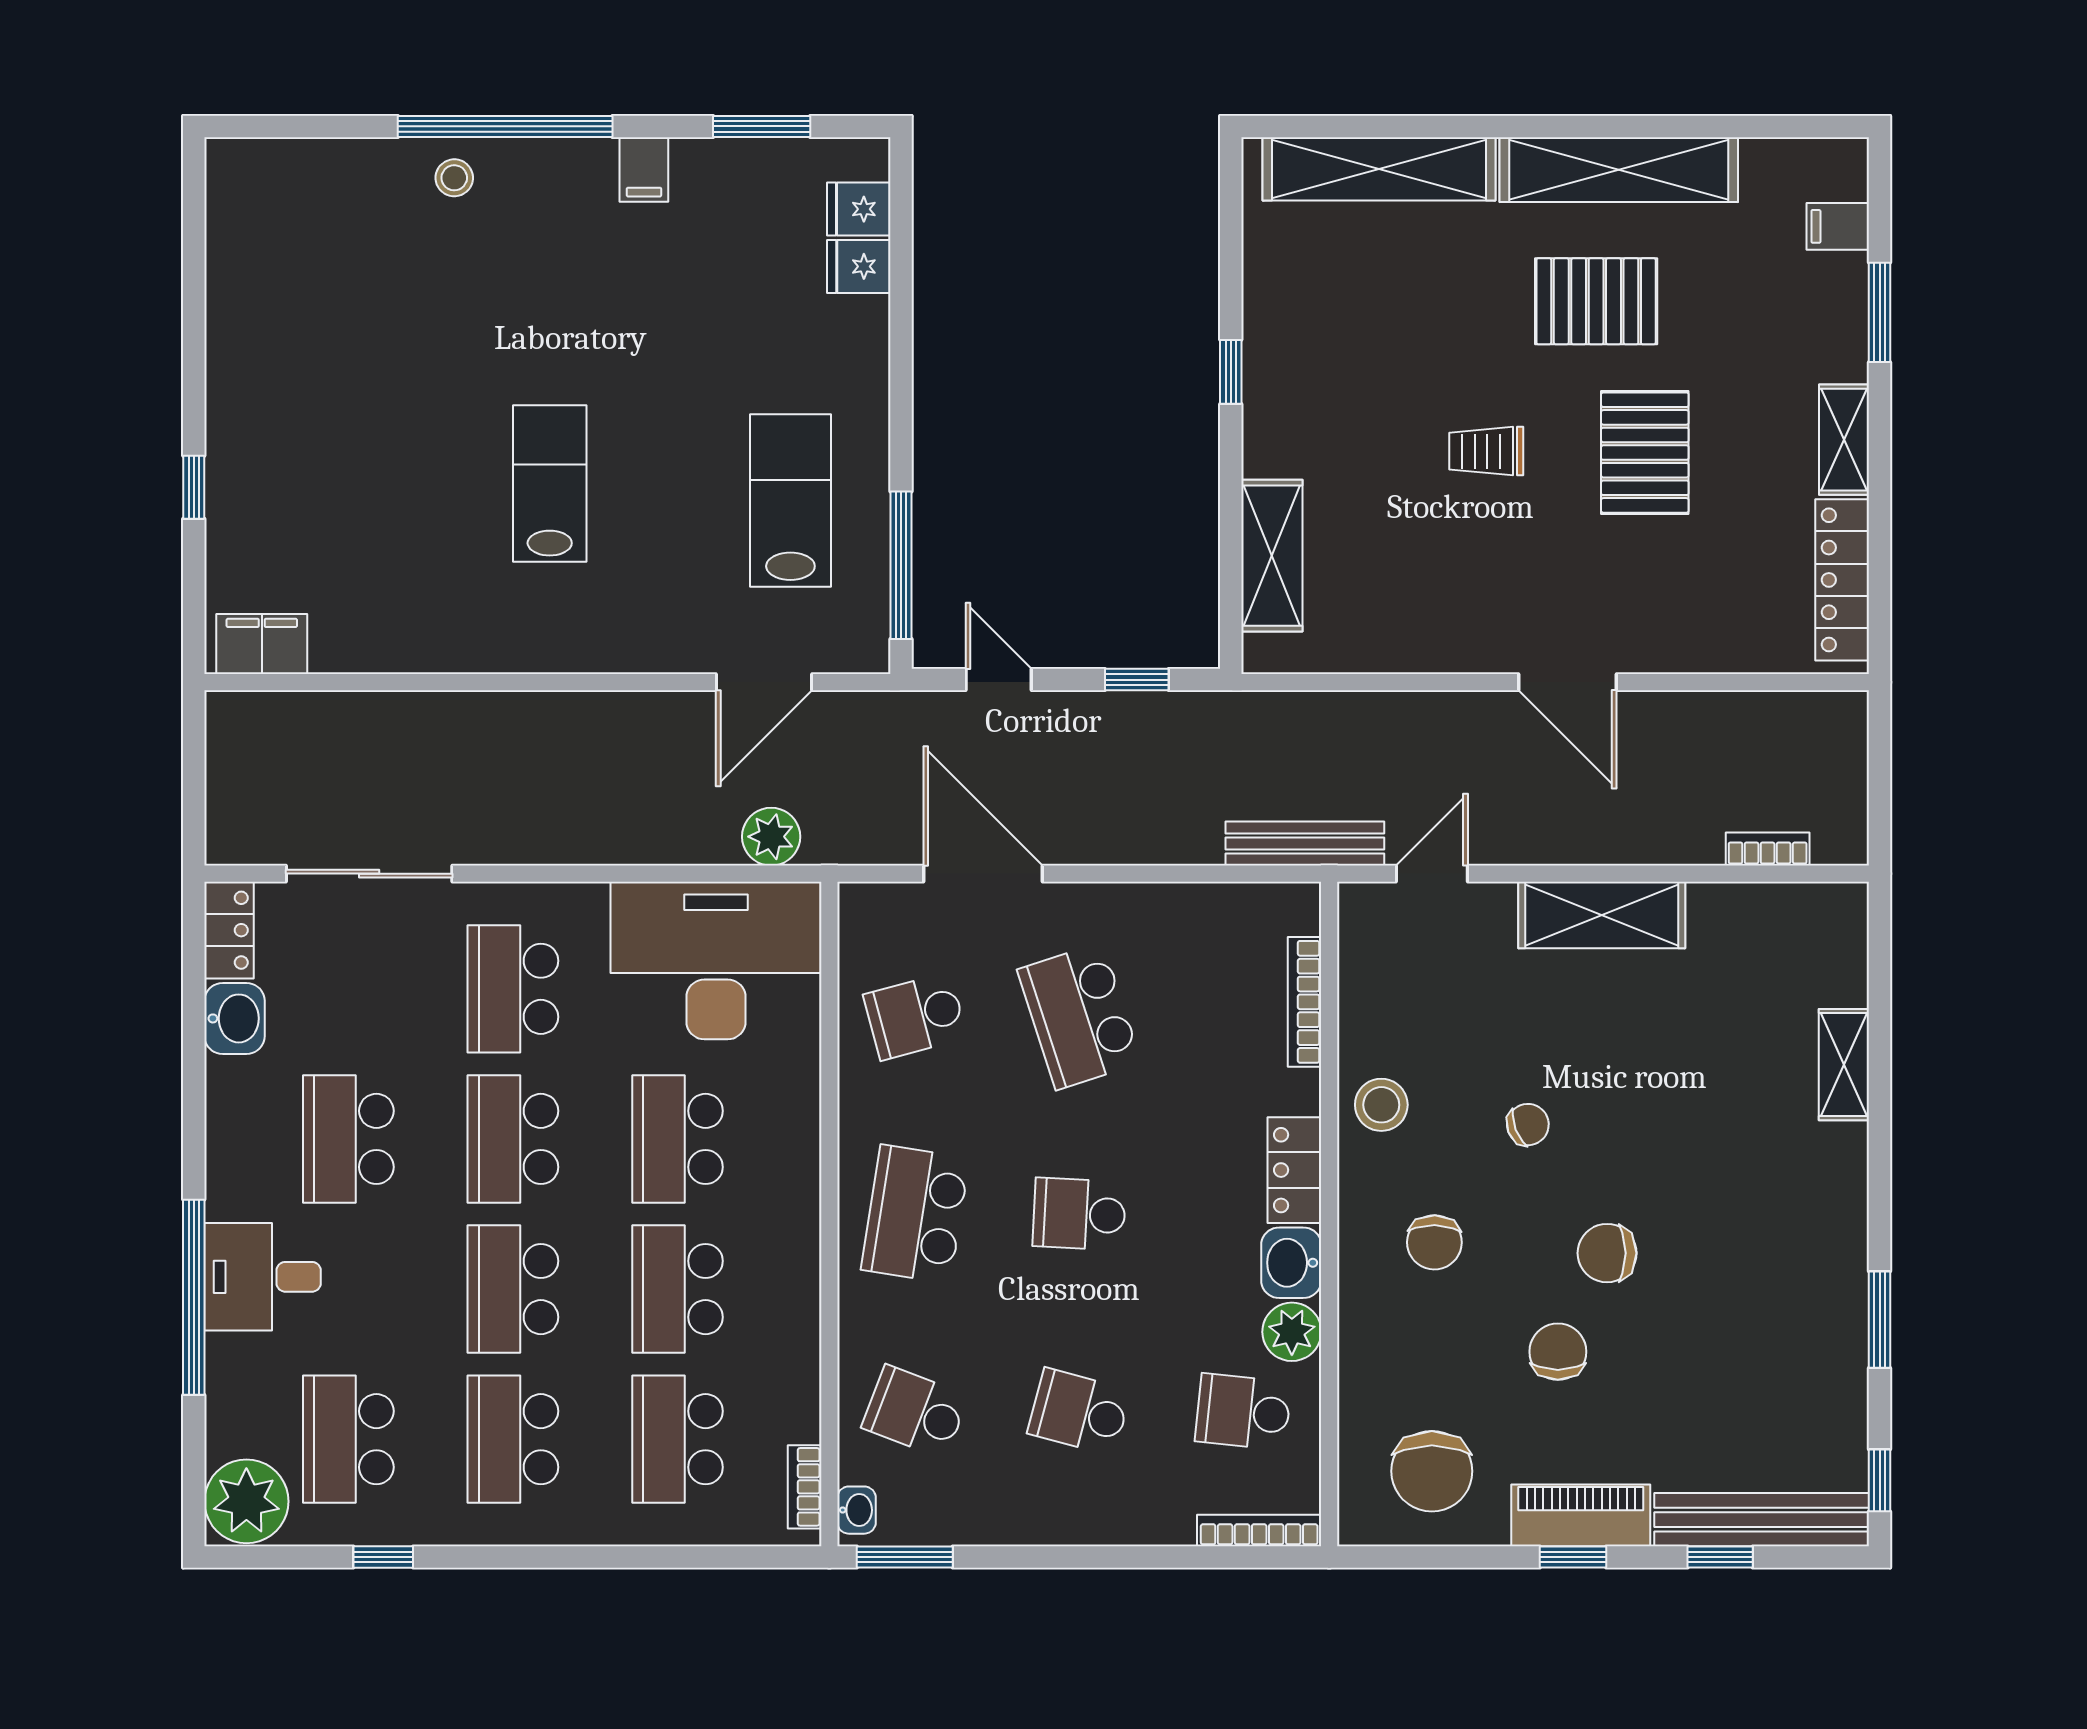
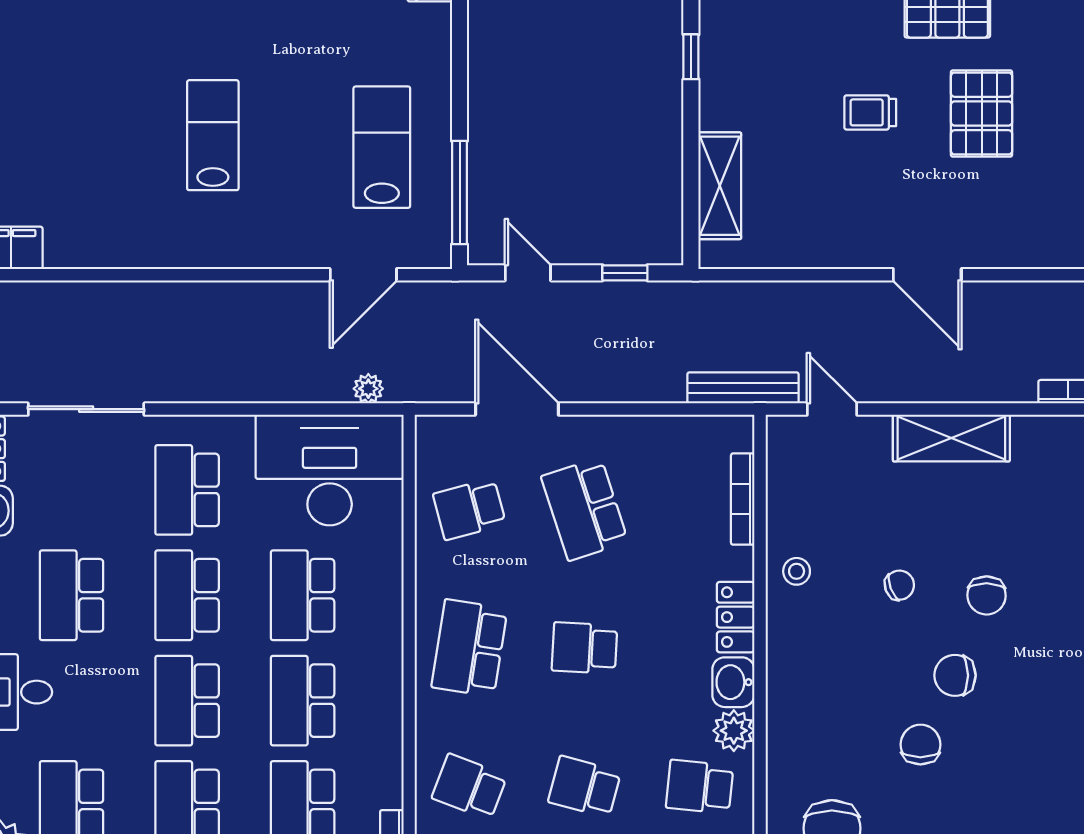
plant: (771, 837) -> (368, 389), width x0.73, depth x0.73
door: (1432, 874) -> (832, 409), hinge flipped
stool: (1381, 1105) -> (797, 571), width x0.73, depth x0.73
chair: (1434, 1242) -> (987, 595), moved

